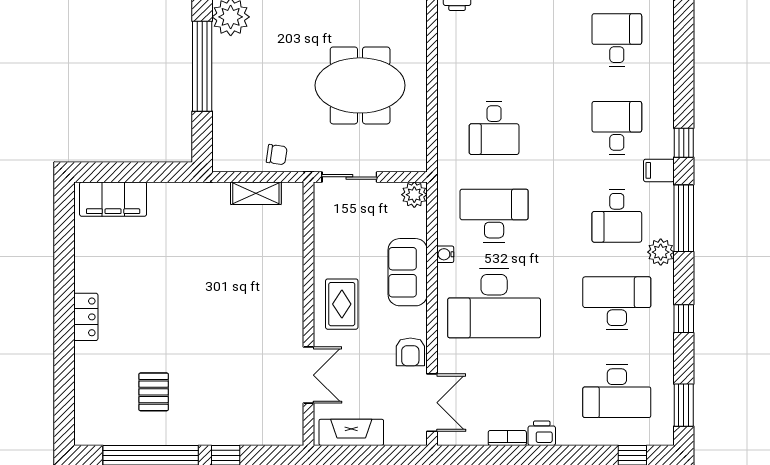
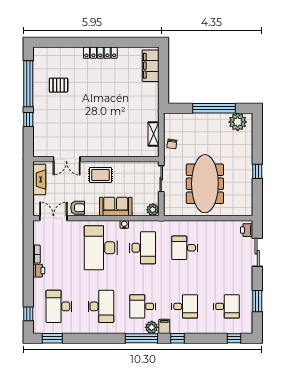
meeting table: (360, 85) -> (205, 184), width x1.36
plant: (661, 252) -> (152, 327), moved
locker: (86, 317) -> (100, 53), width x1.53
window: (684, 319) -> (234, 338), moved
armchair: (410, 352) -> (78, 208), turned 180
double door: (432, 403) -> (53, 218), swing flipped

